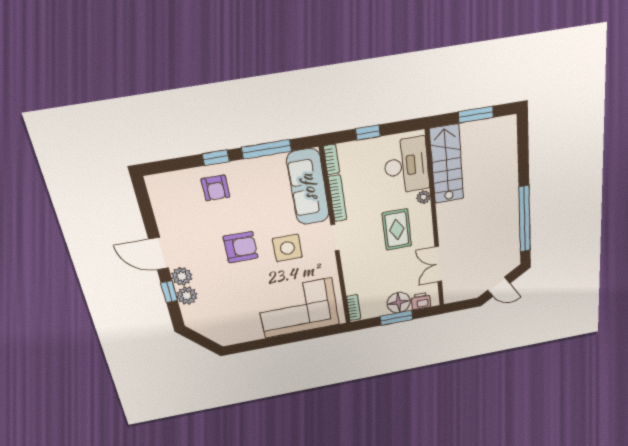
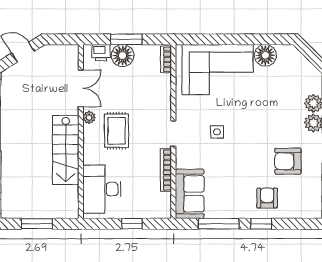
bookcase: (331, 160) -> (166, 206), removed
stairs: (447, 164) -> (66, 150), moved
sofa: (308, 187) -> (190, 194), width x0.73
plant: (424, 197) -> (89, 117), moved
armchair: (241, 247) -> (288, 161), moved
side table: (287, 248) -> (217, 132), width x0.54, depth x0.54
floor lamp: (250, 331) -> (265, 55), added

